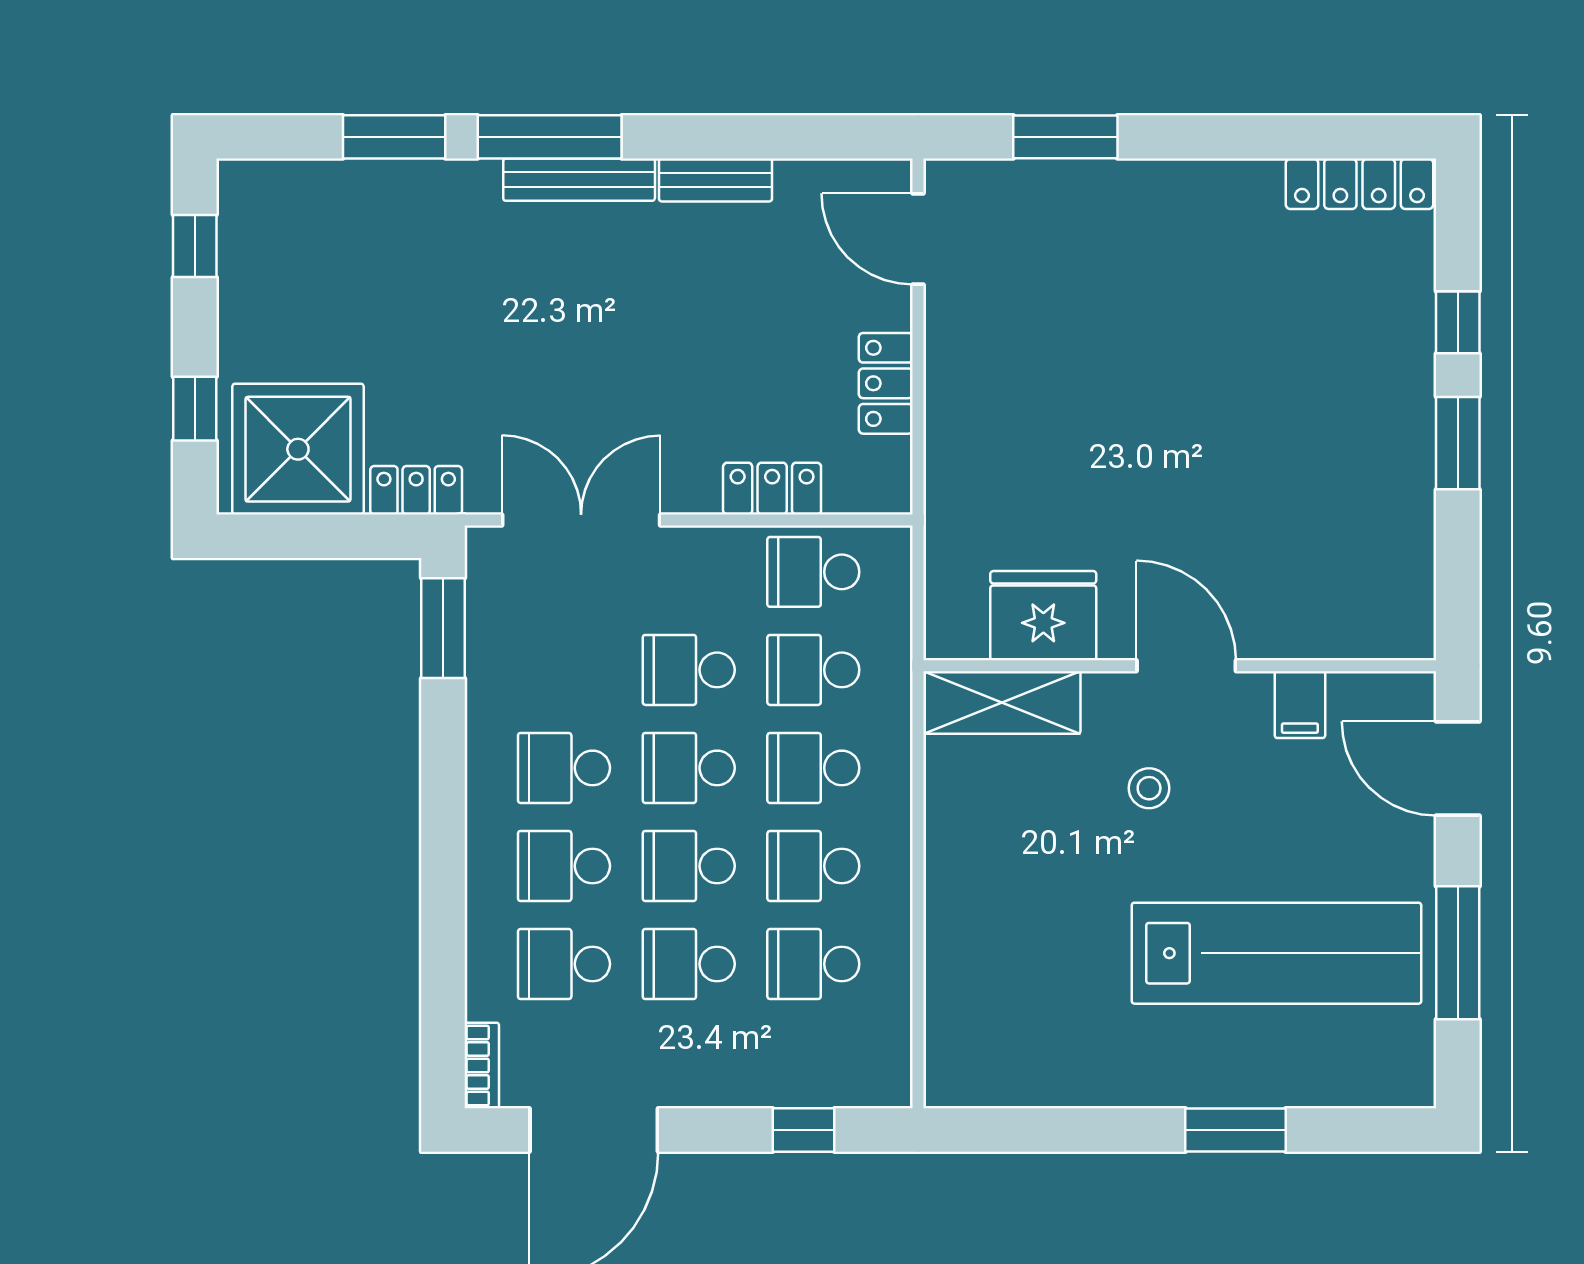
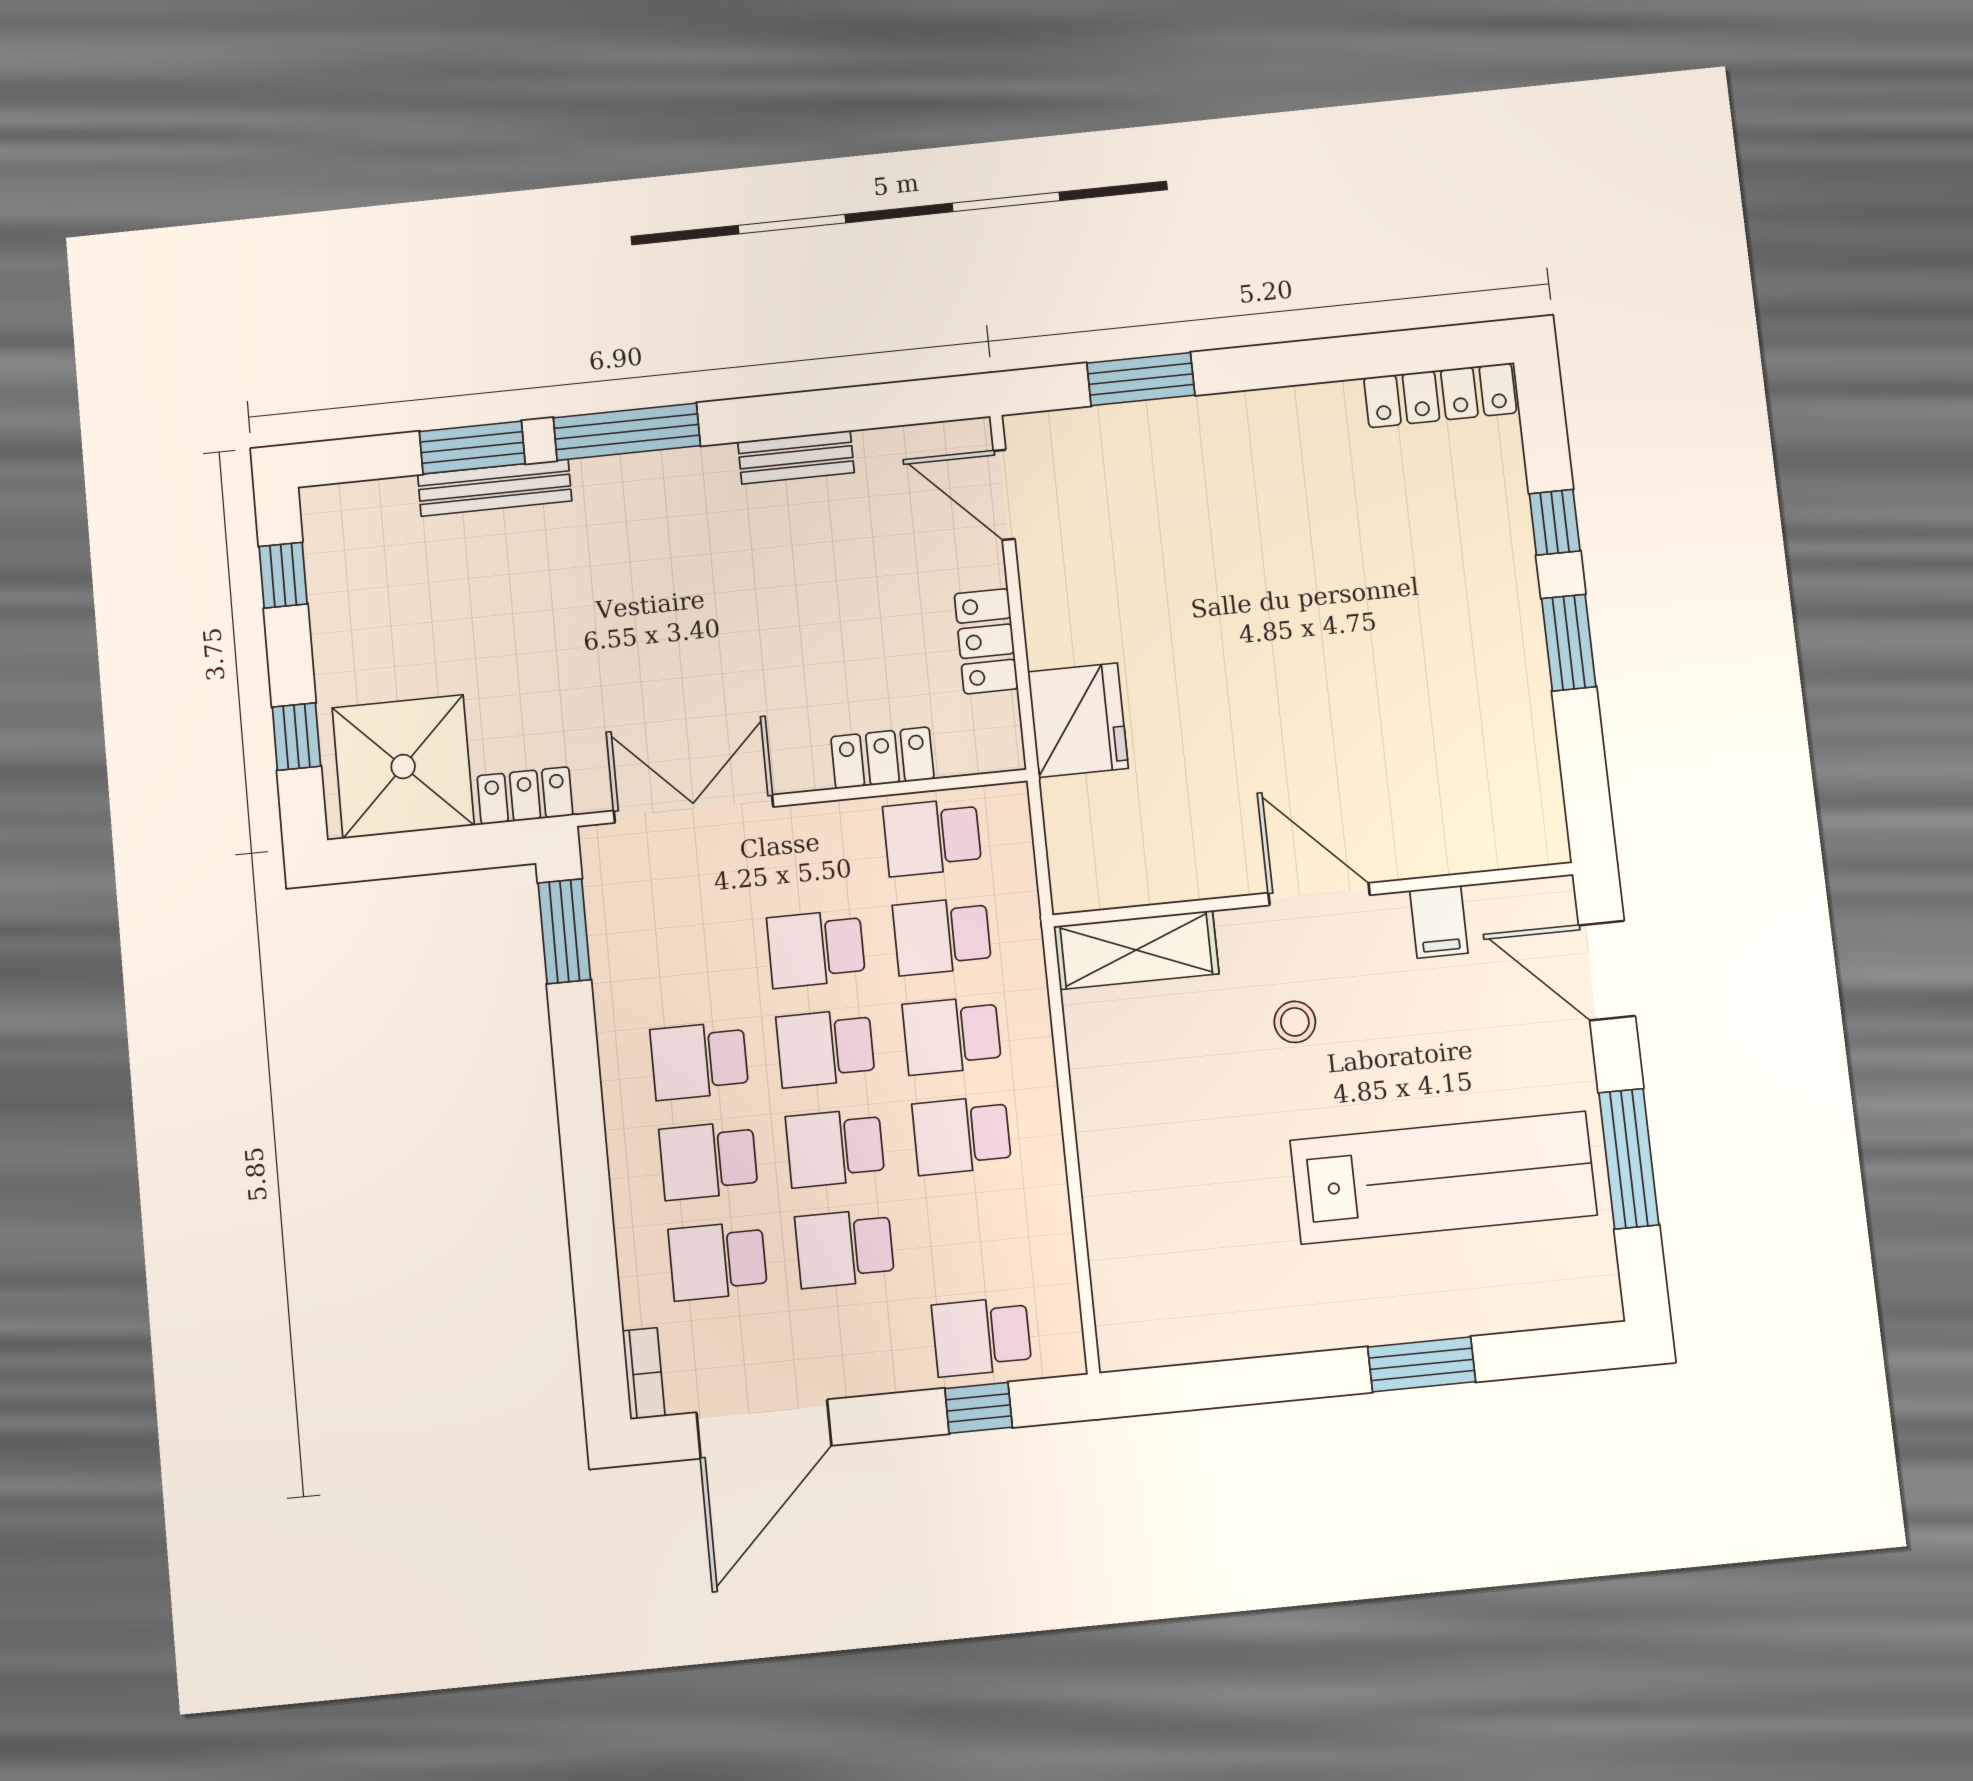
bench: (579, 180) -> (495, 488), moved
fridge: (1043, 616) -> (1078, 720), moved, turned 90
school desk: (813, 964) -> (982, 1337), moved

